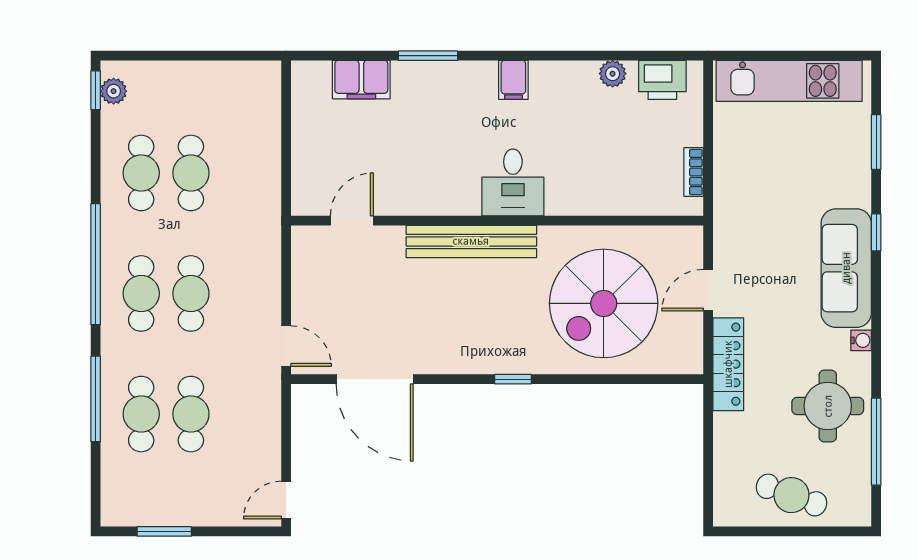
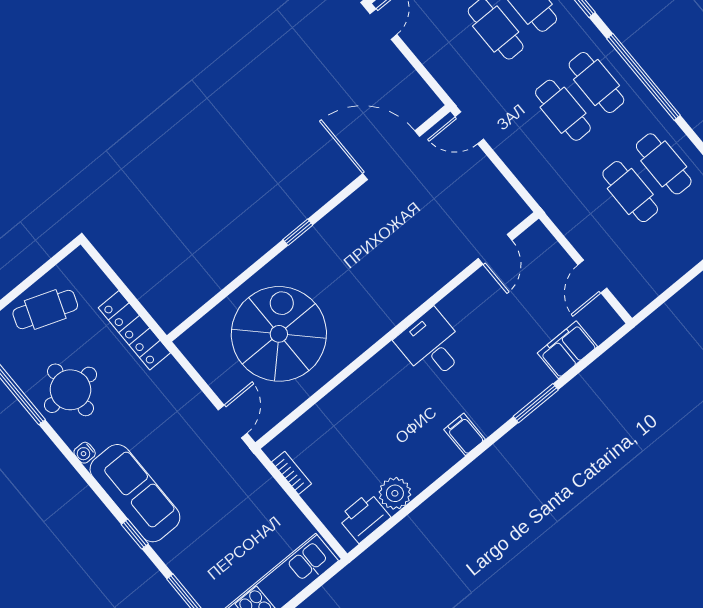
plant: (613, 74) -> (395, 493), width x1.38, depth x1.38
door: (286, 126) -> (592, 277), added
desk: (513, 182) -> (431, 345), moved
bench: (471, 241) -> (403, 302), removed
door: (708, 290) -> (233, 421), moved
locker: (728, 364) -> (134, 330), moved

